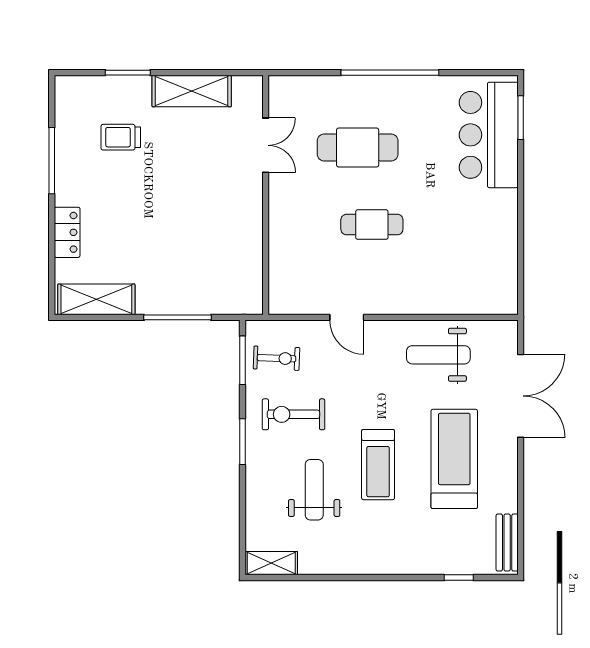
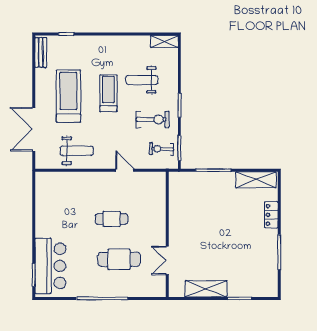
trolley: (121, 137) -> (243, 265), removed
treadmill: (454, 459) -> (68, 96), turned 180
weight bench: (314, 490) -> (142, 80), turned 90

